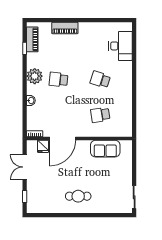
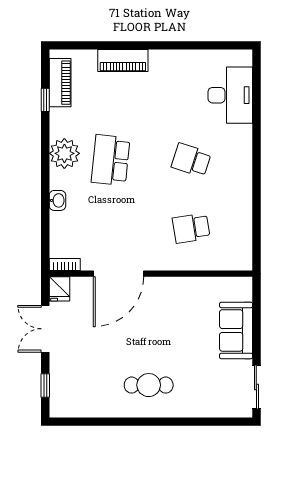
school desk: (58, 80) -> (111, 160), width x1.85
fridge: (43, 146) -> (59, 289), moved
sofa: (105, 149) -> (236, 330), moved, turned 90

